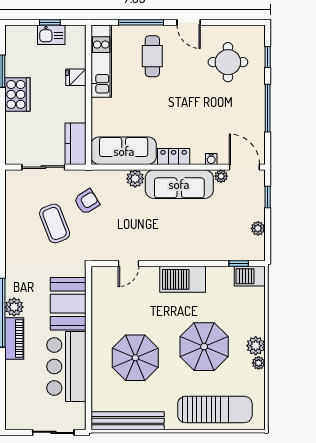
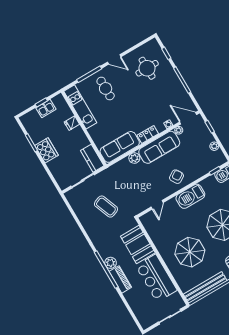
armchair: (87, 202) -> (176, 177), moved

